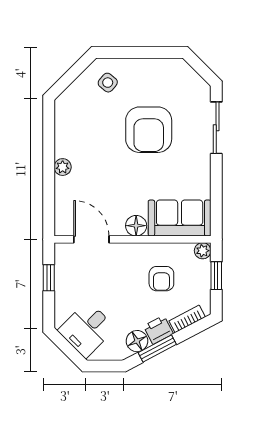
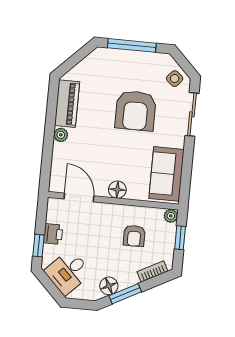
window: (137, 53) -> (132, 45), added
side table: (108, 83) -> (175, 79), moved
piano: (66, 129) -> (67, 104), added
sofa: (180, 218) -> (167, 174), moved, turned -90
window: (49, 278) -> (38, 246), moved
printer: (158, 330) -> (53, 234), moved, turned 118

